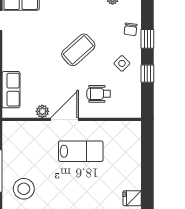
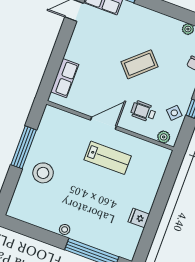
side table: (122, 63) -> (174, 113), moved
plant: (42, 111) -> (164, 137), moved

